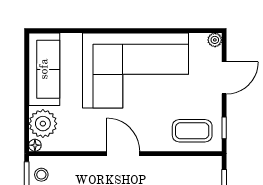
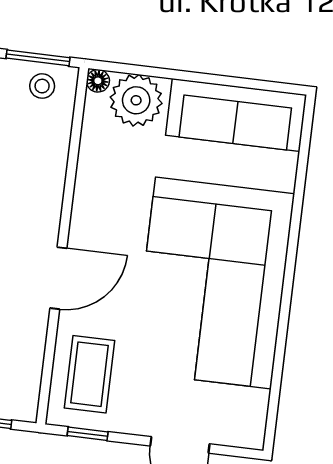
plant: (215, 40) -> (252, 436), removed
door: (123, 154) -> (58, 278), moved

